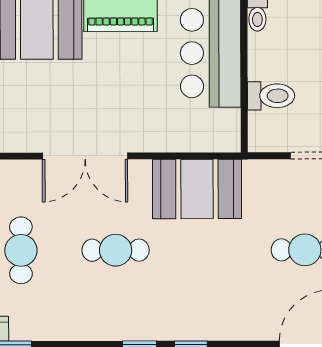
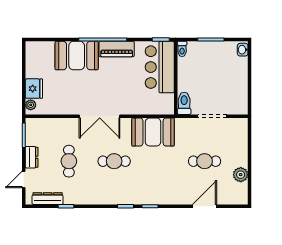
toilet: (271, 96) -> (184, 103), moved, turned -90

